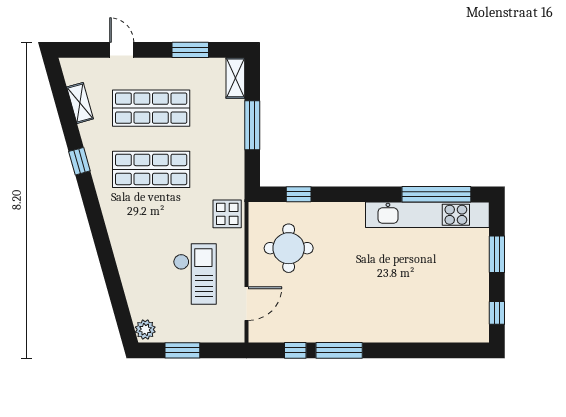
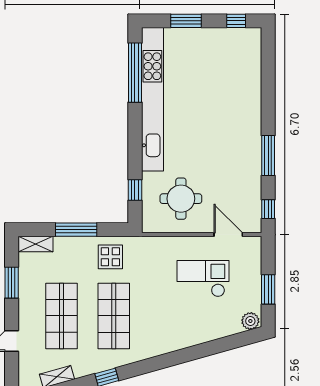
display table: (227, 214) -> (110, 257), moved
kitchen unit: (427, 215) -> (152, 99), width x1.36
window: (295, 350) -> (268, 209), moved

